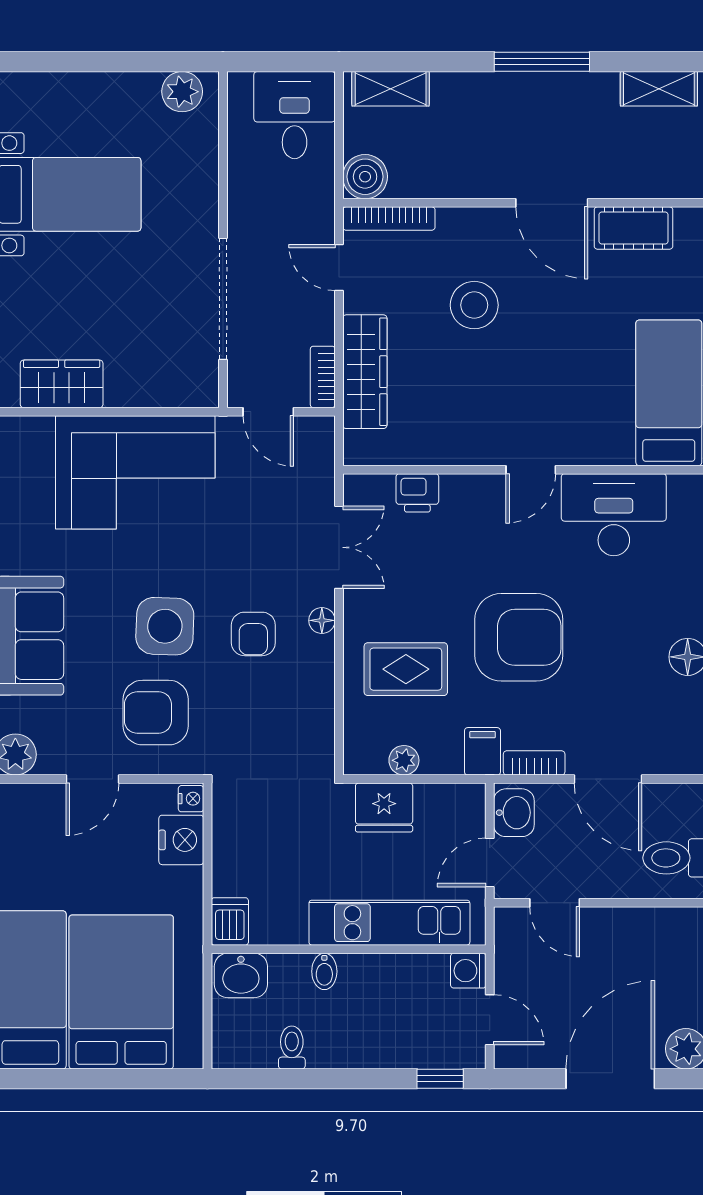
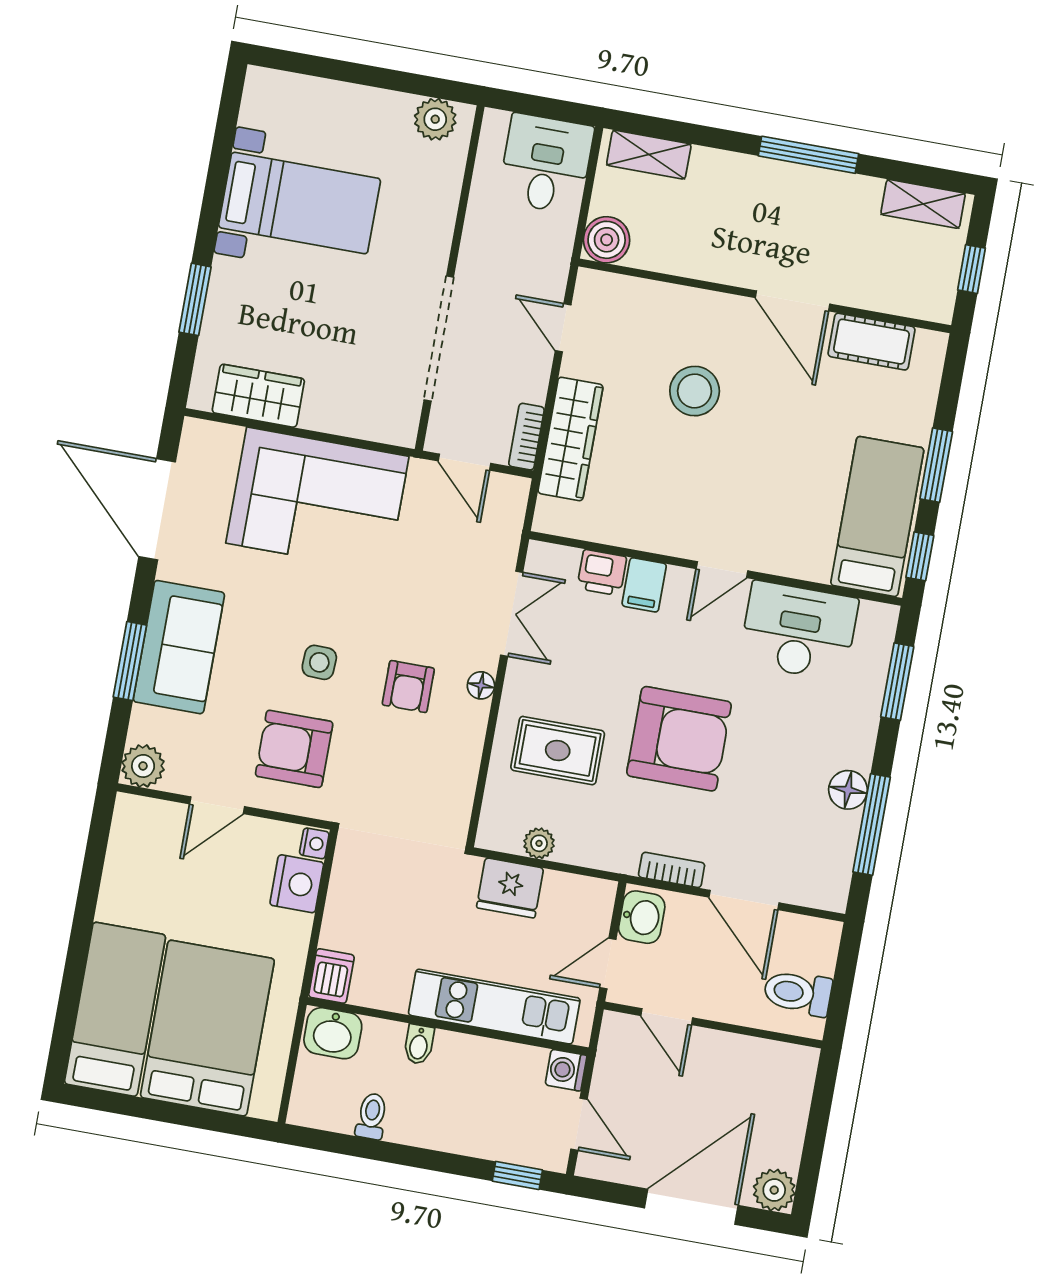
bookcase: (389, 219) -> (623, 287), removed
side table: (165, 626) -> (319, 662), width x0.54, depth x0.54
filing cabinet: (482, 751) -> (644, 585), moved, turned 180

